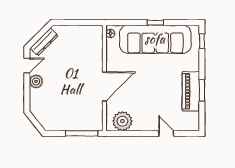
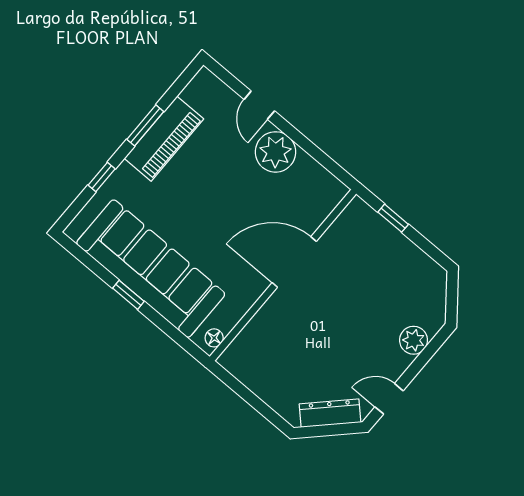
window: (202, 41) -> (102, 177), moved
plant: (36, 81) -> (414, 340), moved
plant: (122, 121) -> (275, 152), moved
window: (82, 133) -> (393, 218), width x0.46

